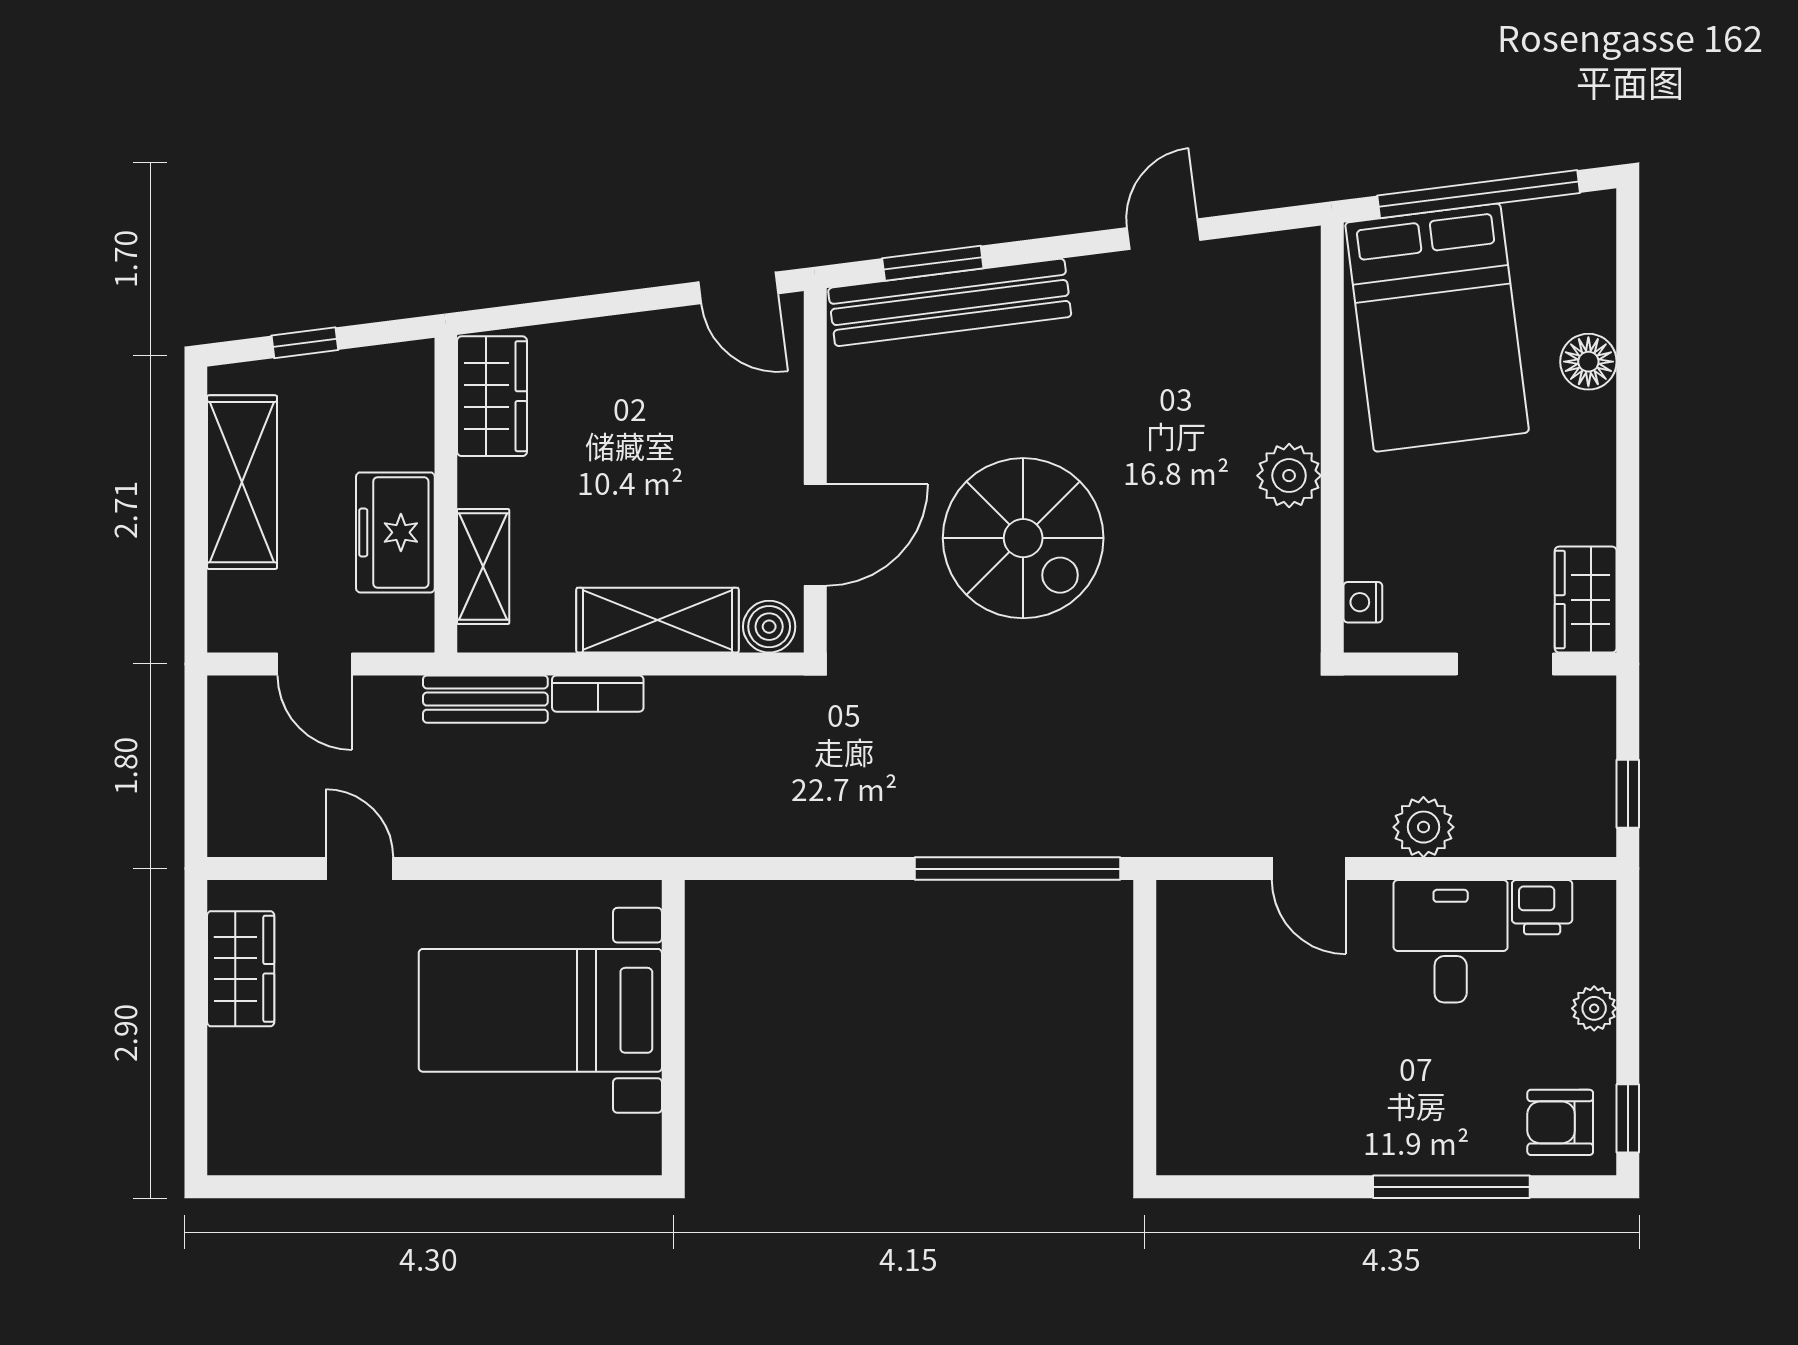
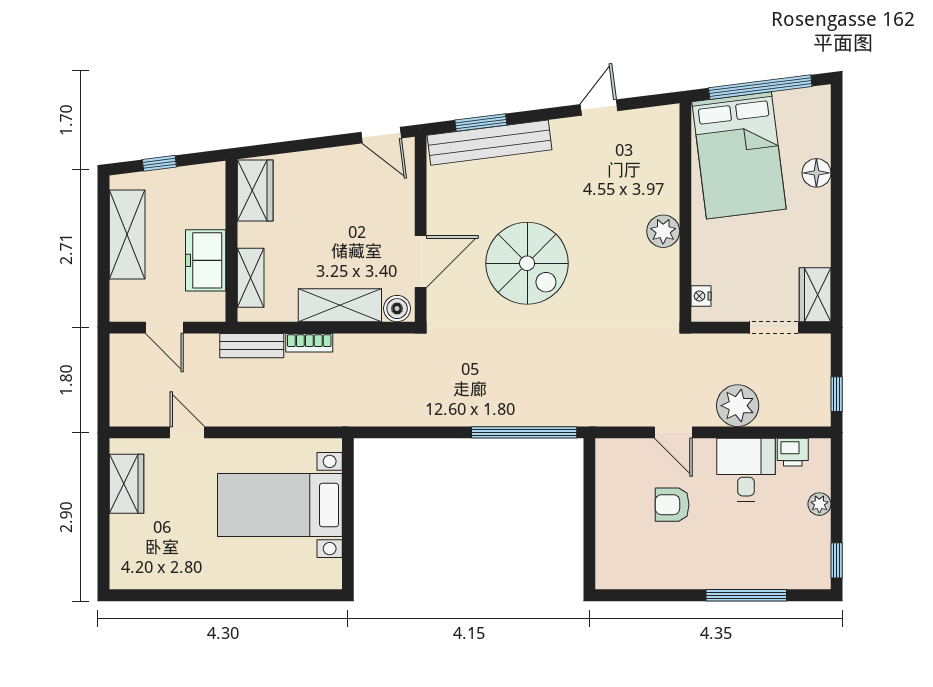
plant: (1423, 827) -> (738, 406), width x1.36, depth x1.36
armchair: (1560, 1122) -> (672, 505), moved

